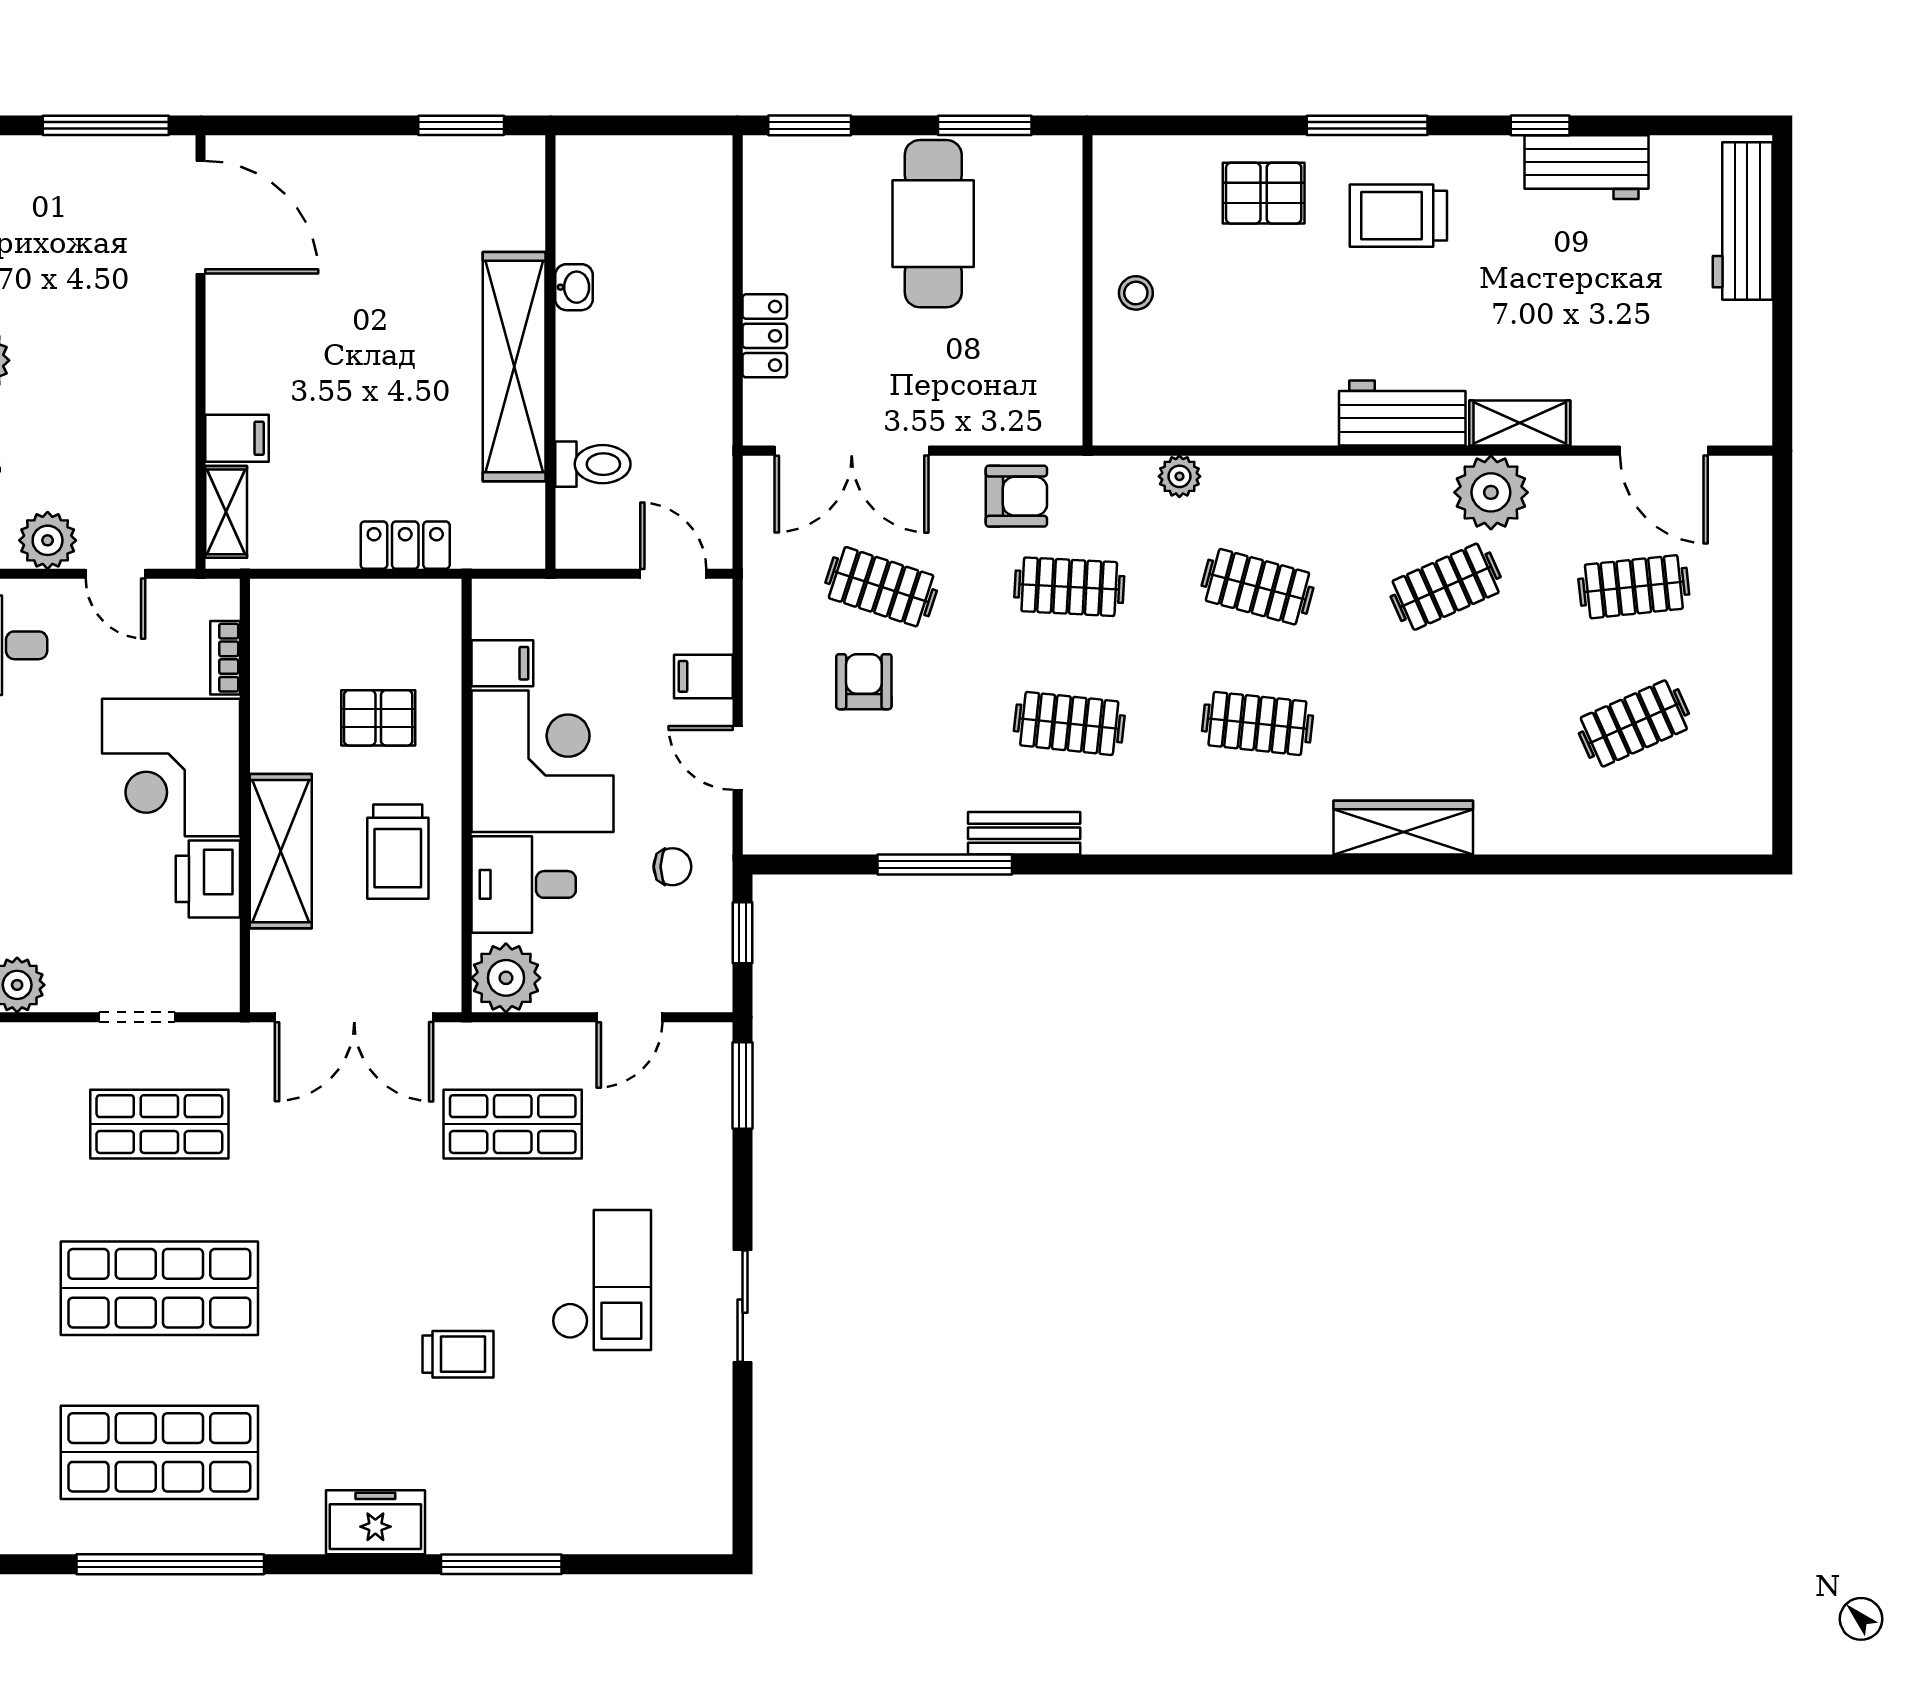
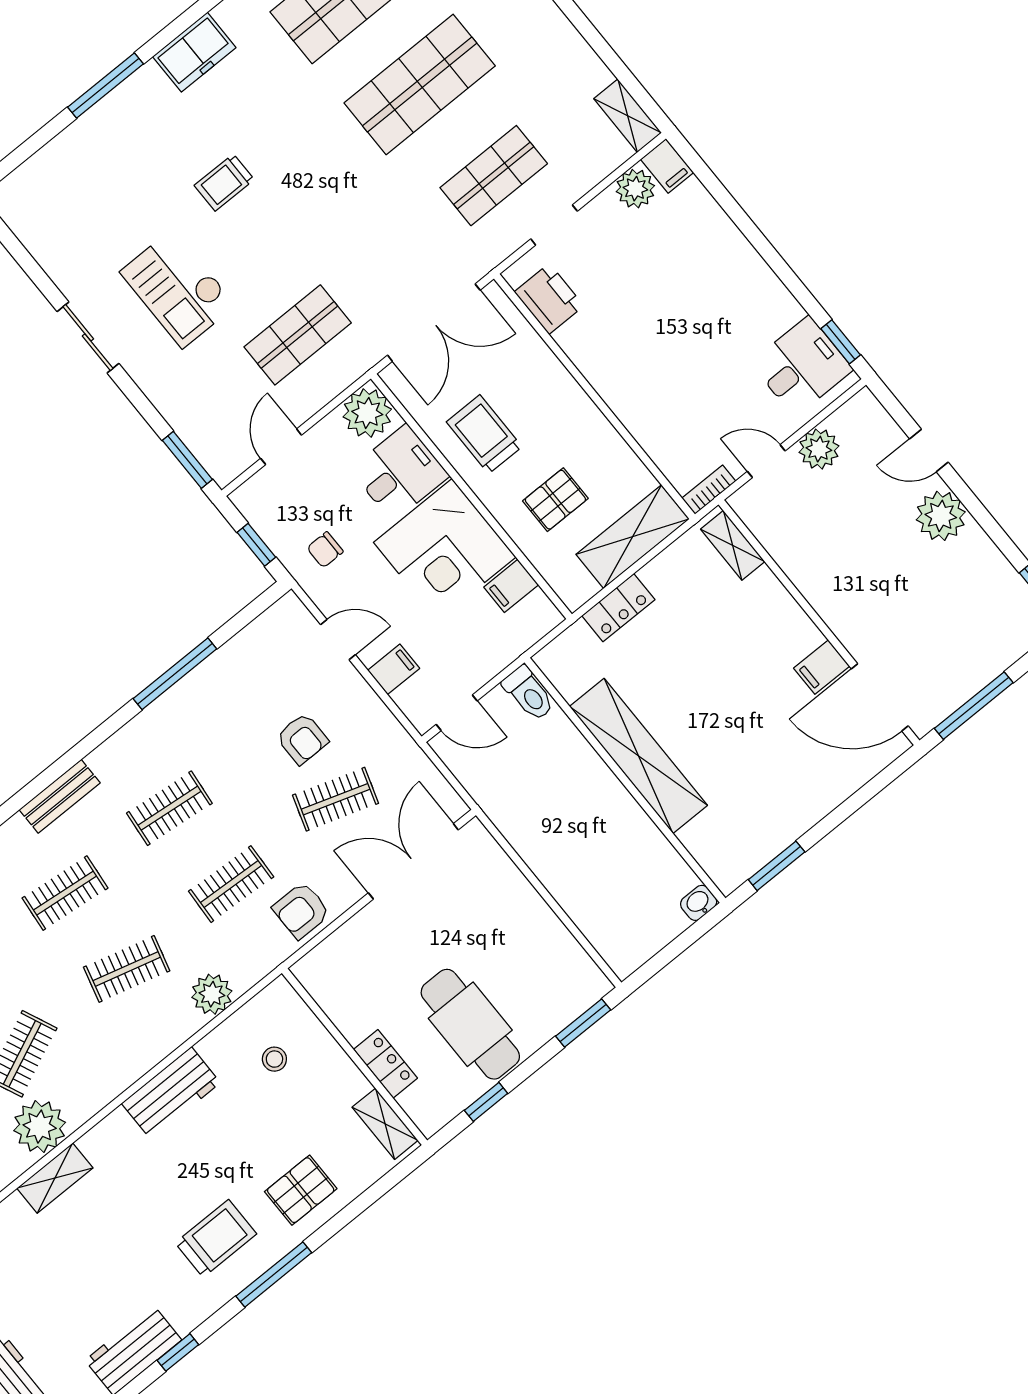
window: (985, 125) -> (486, 1102), width x0.67
shelving: (1114, 191) -> (385, 1124), added
washbasin: (574, 287) -> (699, 903), moved, turned 90
stool: (1136, 293) -> (274, 1059), moved
locker: (765, 336) -> (385, 1064), moved, turned 180
workbench: (1402, 413) -> (171, 1093), moved
filing cabinet: (237, 438) -> (822, 667), moved
toilet: (593, 464) -> (529, 693), moved, turned -90
plant: (1179, 476) -> (212, 994), width x1.38, depth x1.38
bookcase: (225, 658) -> (709, 490), moved, turned -90
corner desk: (171, 767) -> (648, 379), removed
bench: (1024, 833) -> (60, 796), moved
shelving: (281, 851) -> (633, 537), moved, turned 90
printer: (208, 879) -> (549, 299), moved
double door: (354, 1017) -> (434, 323), swing flipped

